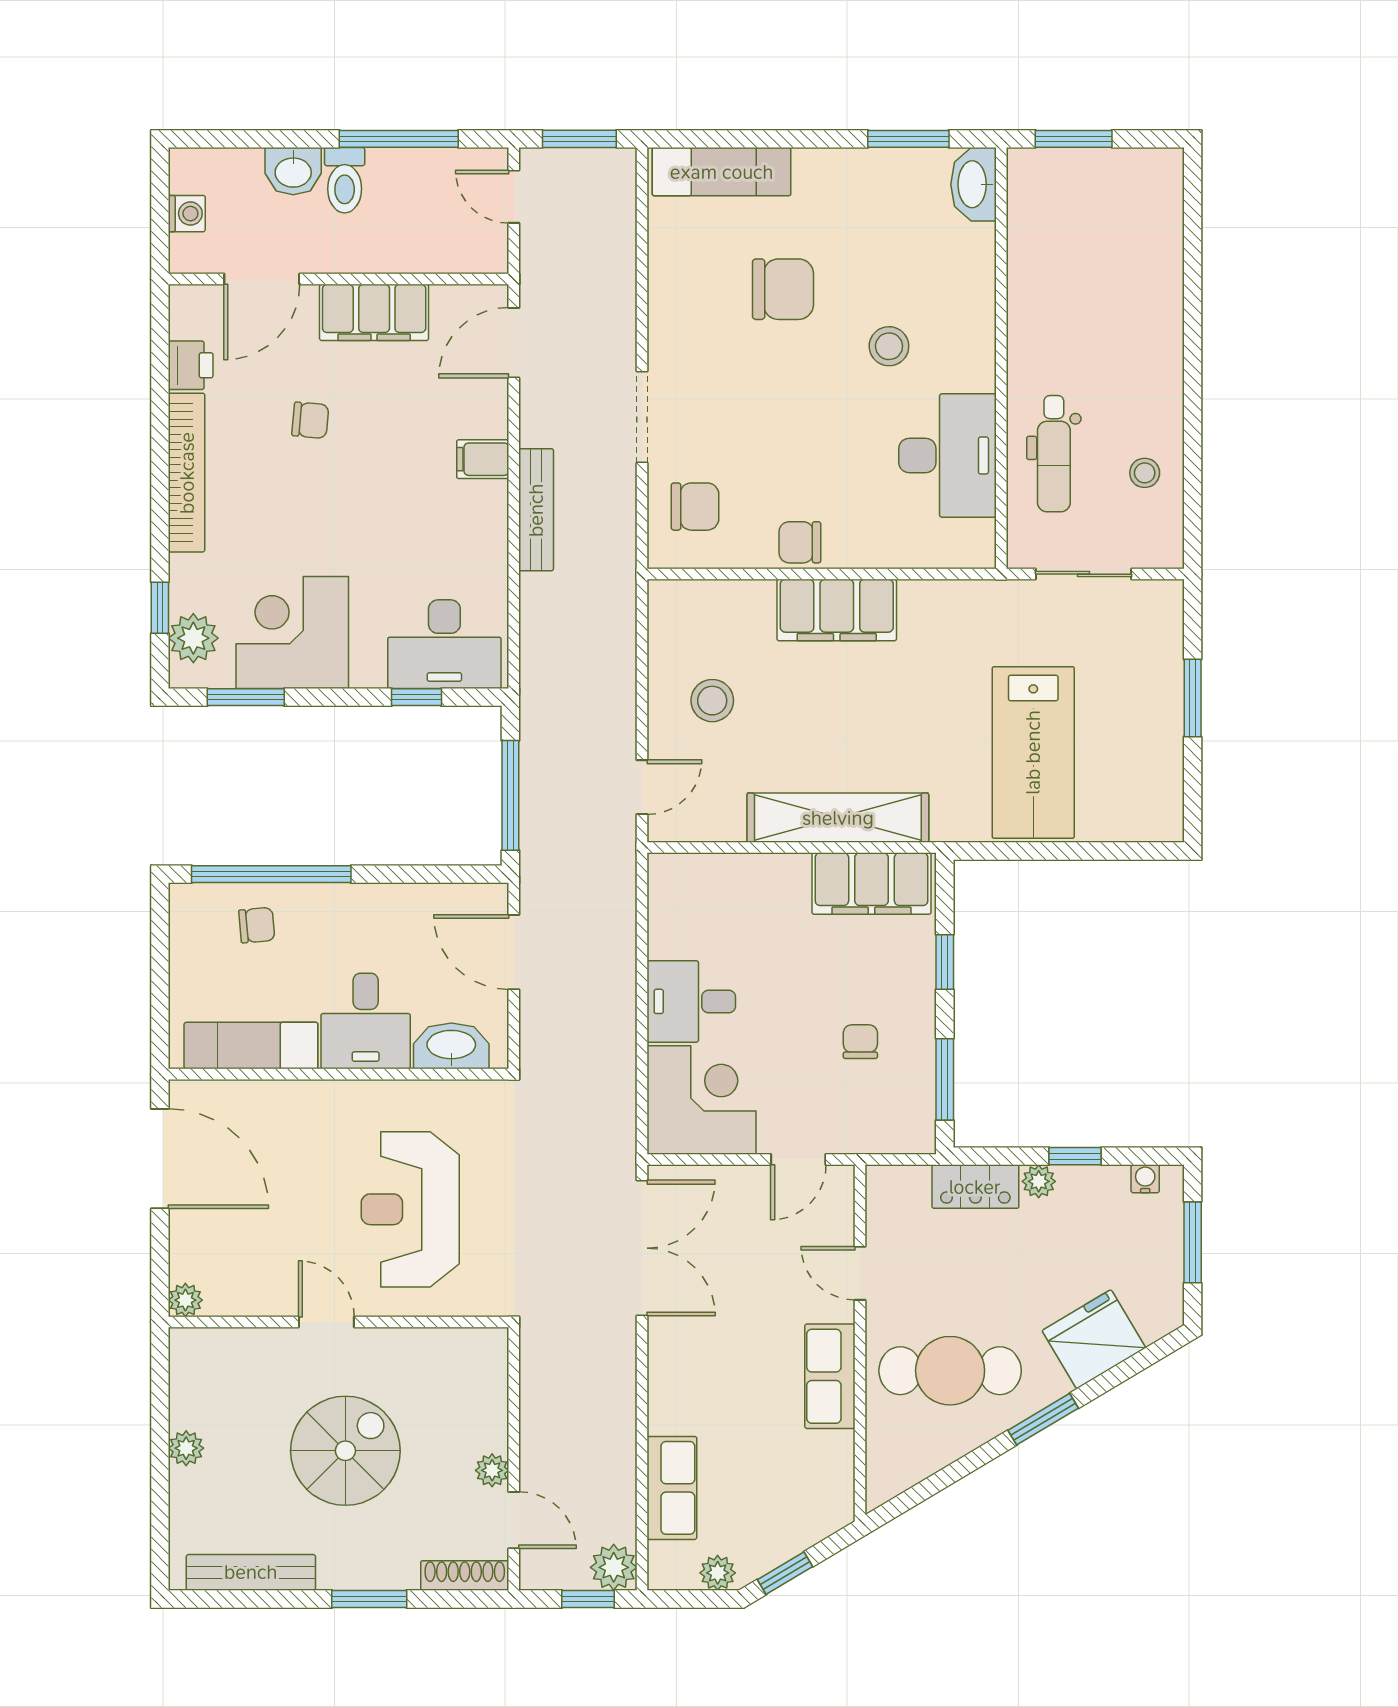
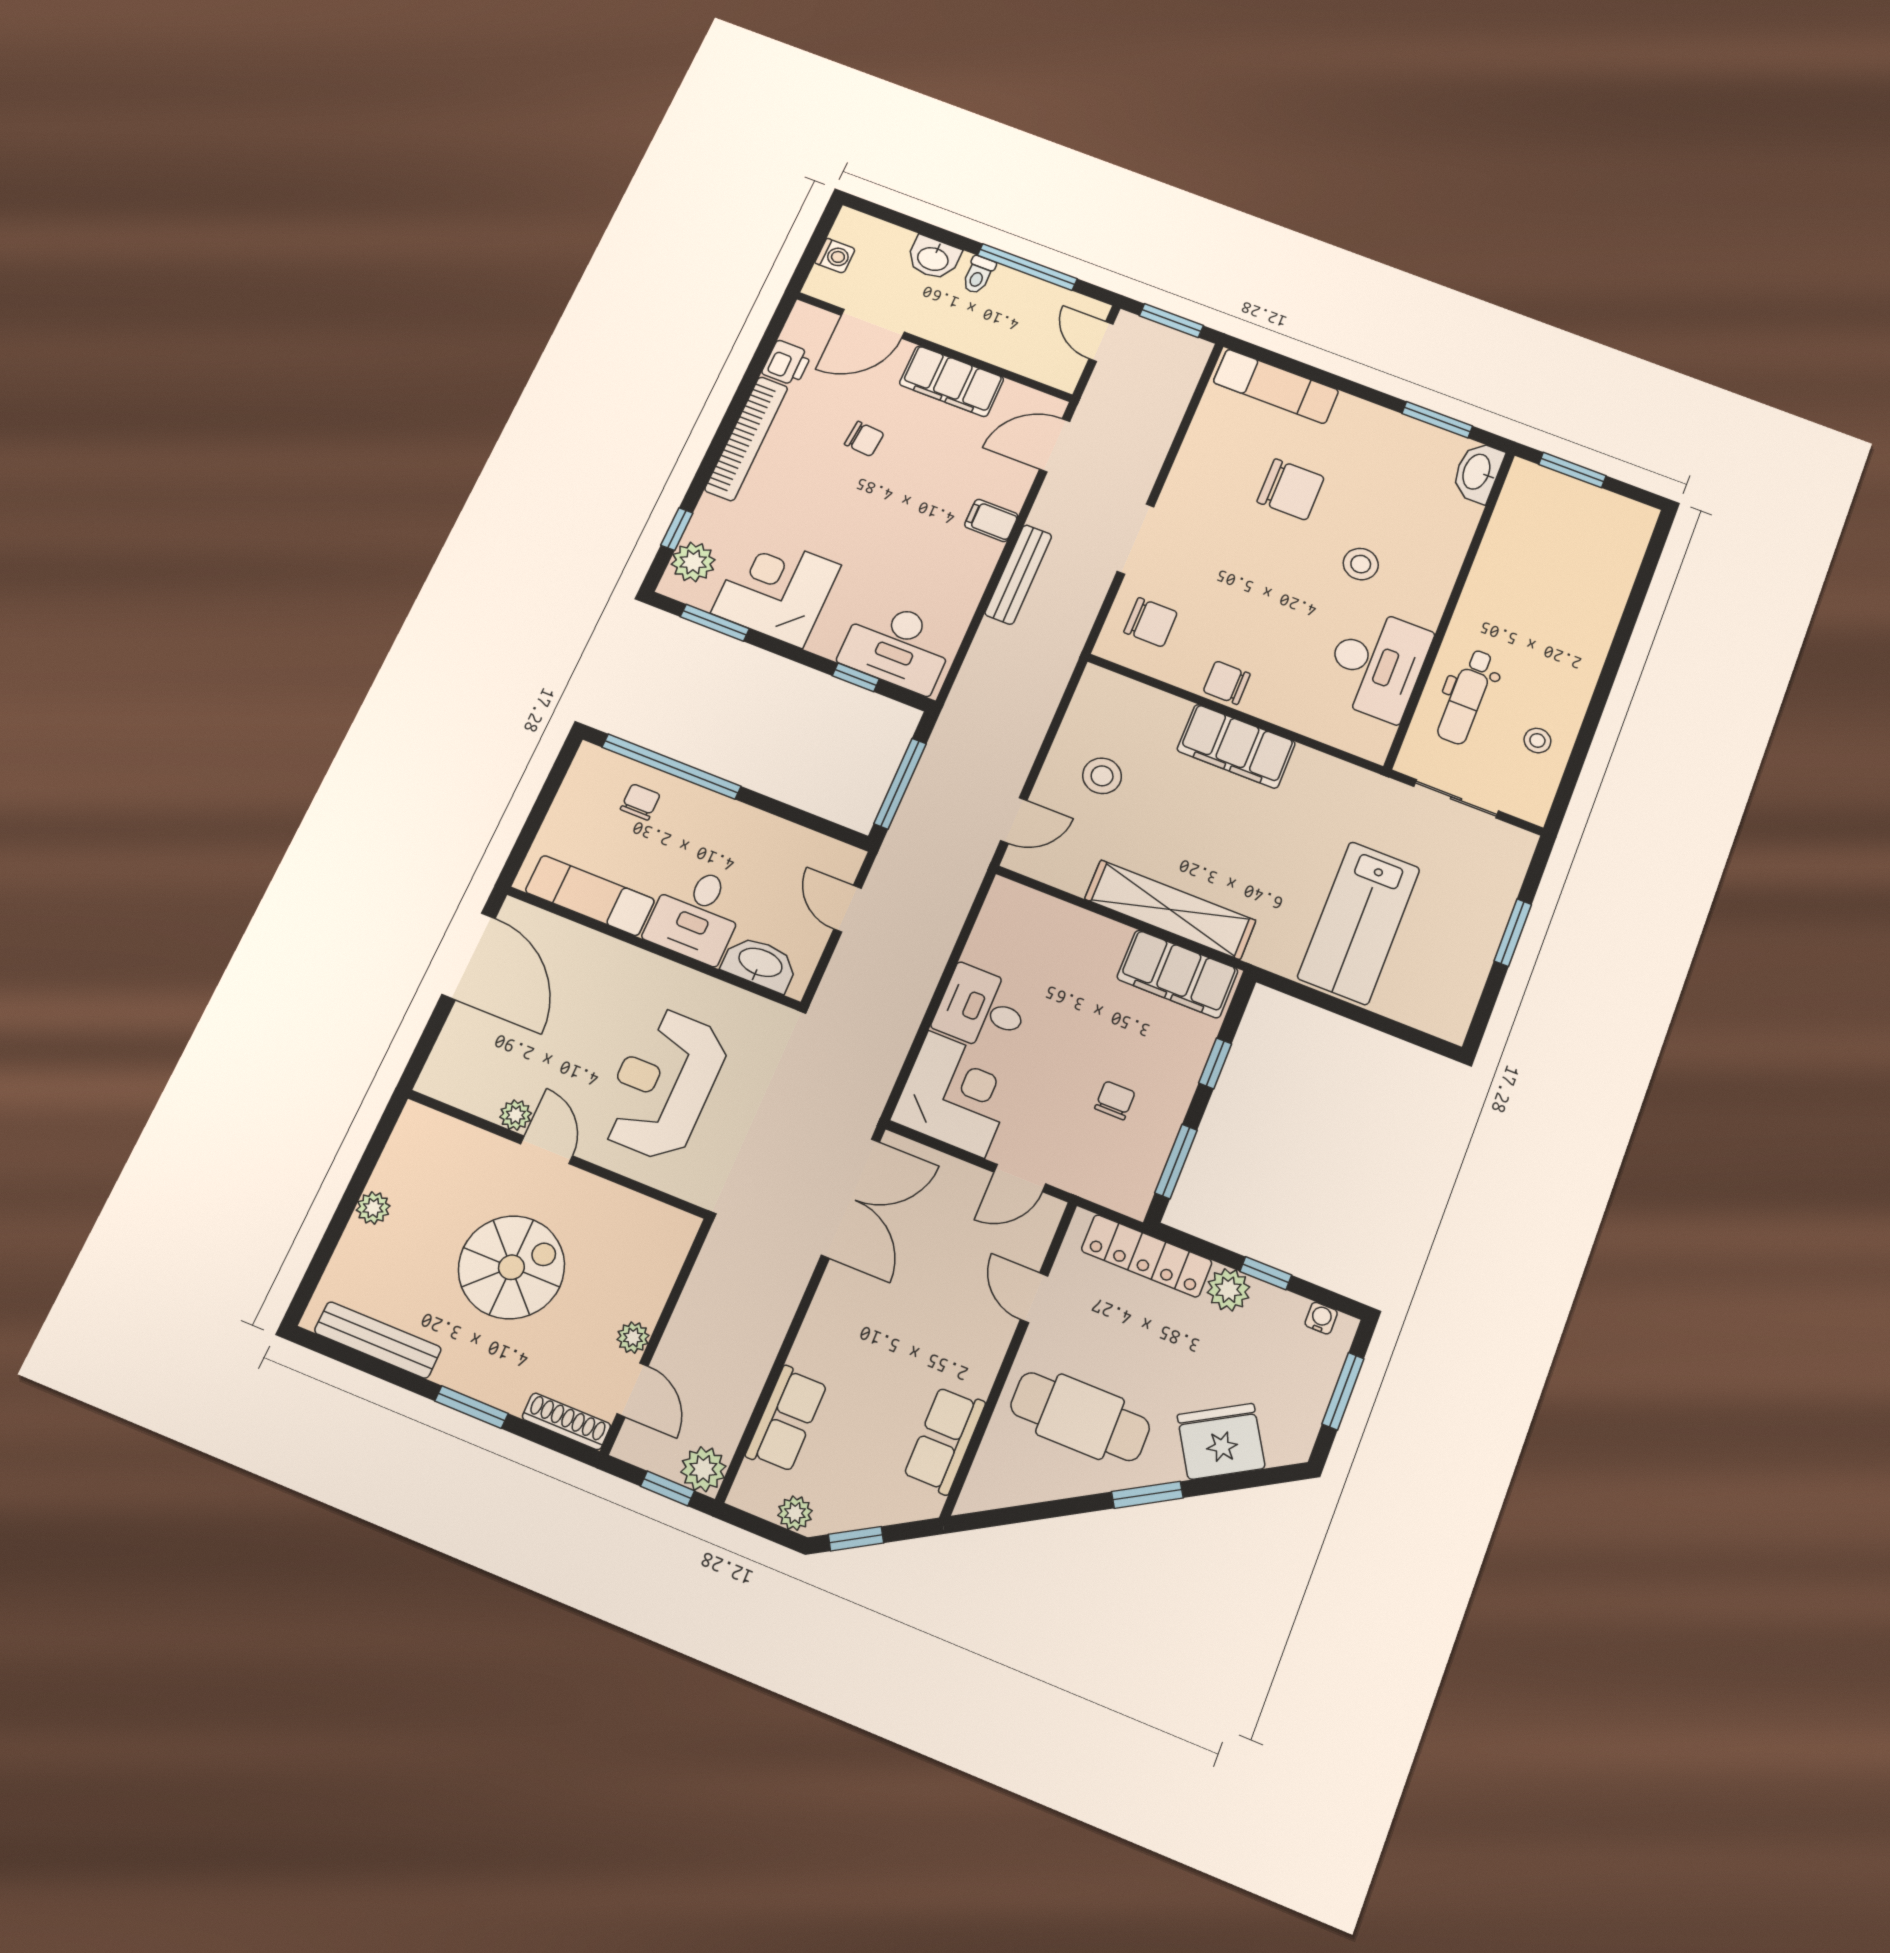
toilet: (345, 180) -> (978, 275), width x0.73, depth x0.72
chair: (257, 925) -> (640, 802), turned -85
door: (514, 952) -> (848, 909), width x0.73
plant: (1039, 1181) -> (1229, 1290), width x1.38, depth x1.38
locker: (975, 1187) -> (1147, 1256), width x1.53
plant: (185, 1300) -> (516, 1115), moved
row of seats: (830, 1376) -> (944, 1440), moved

